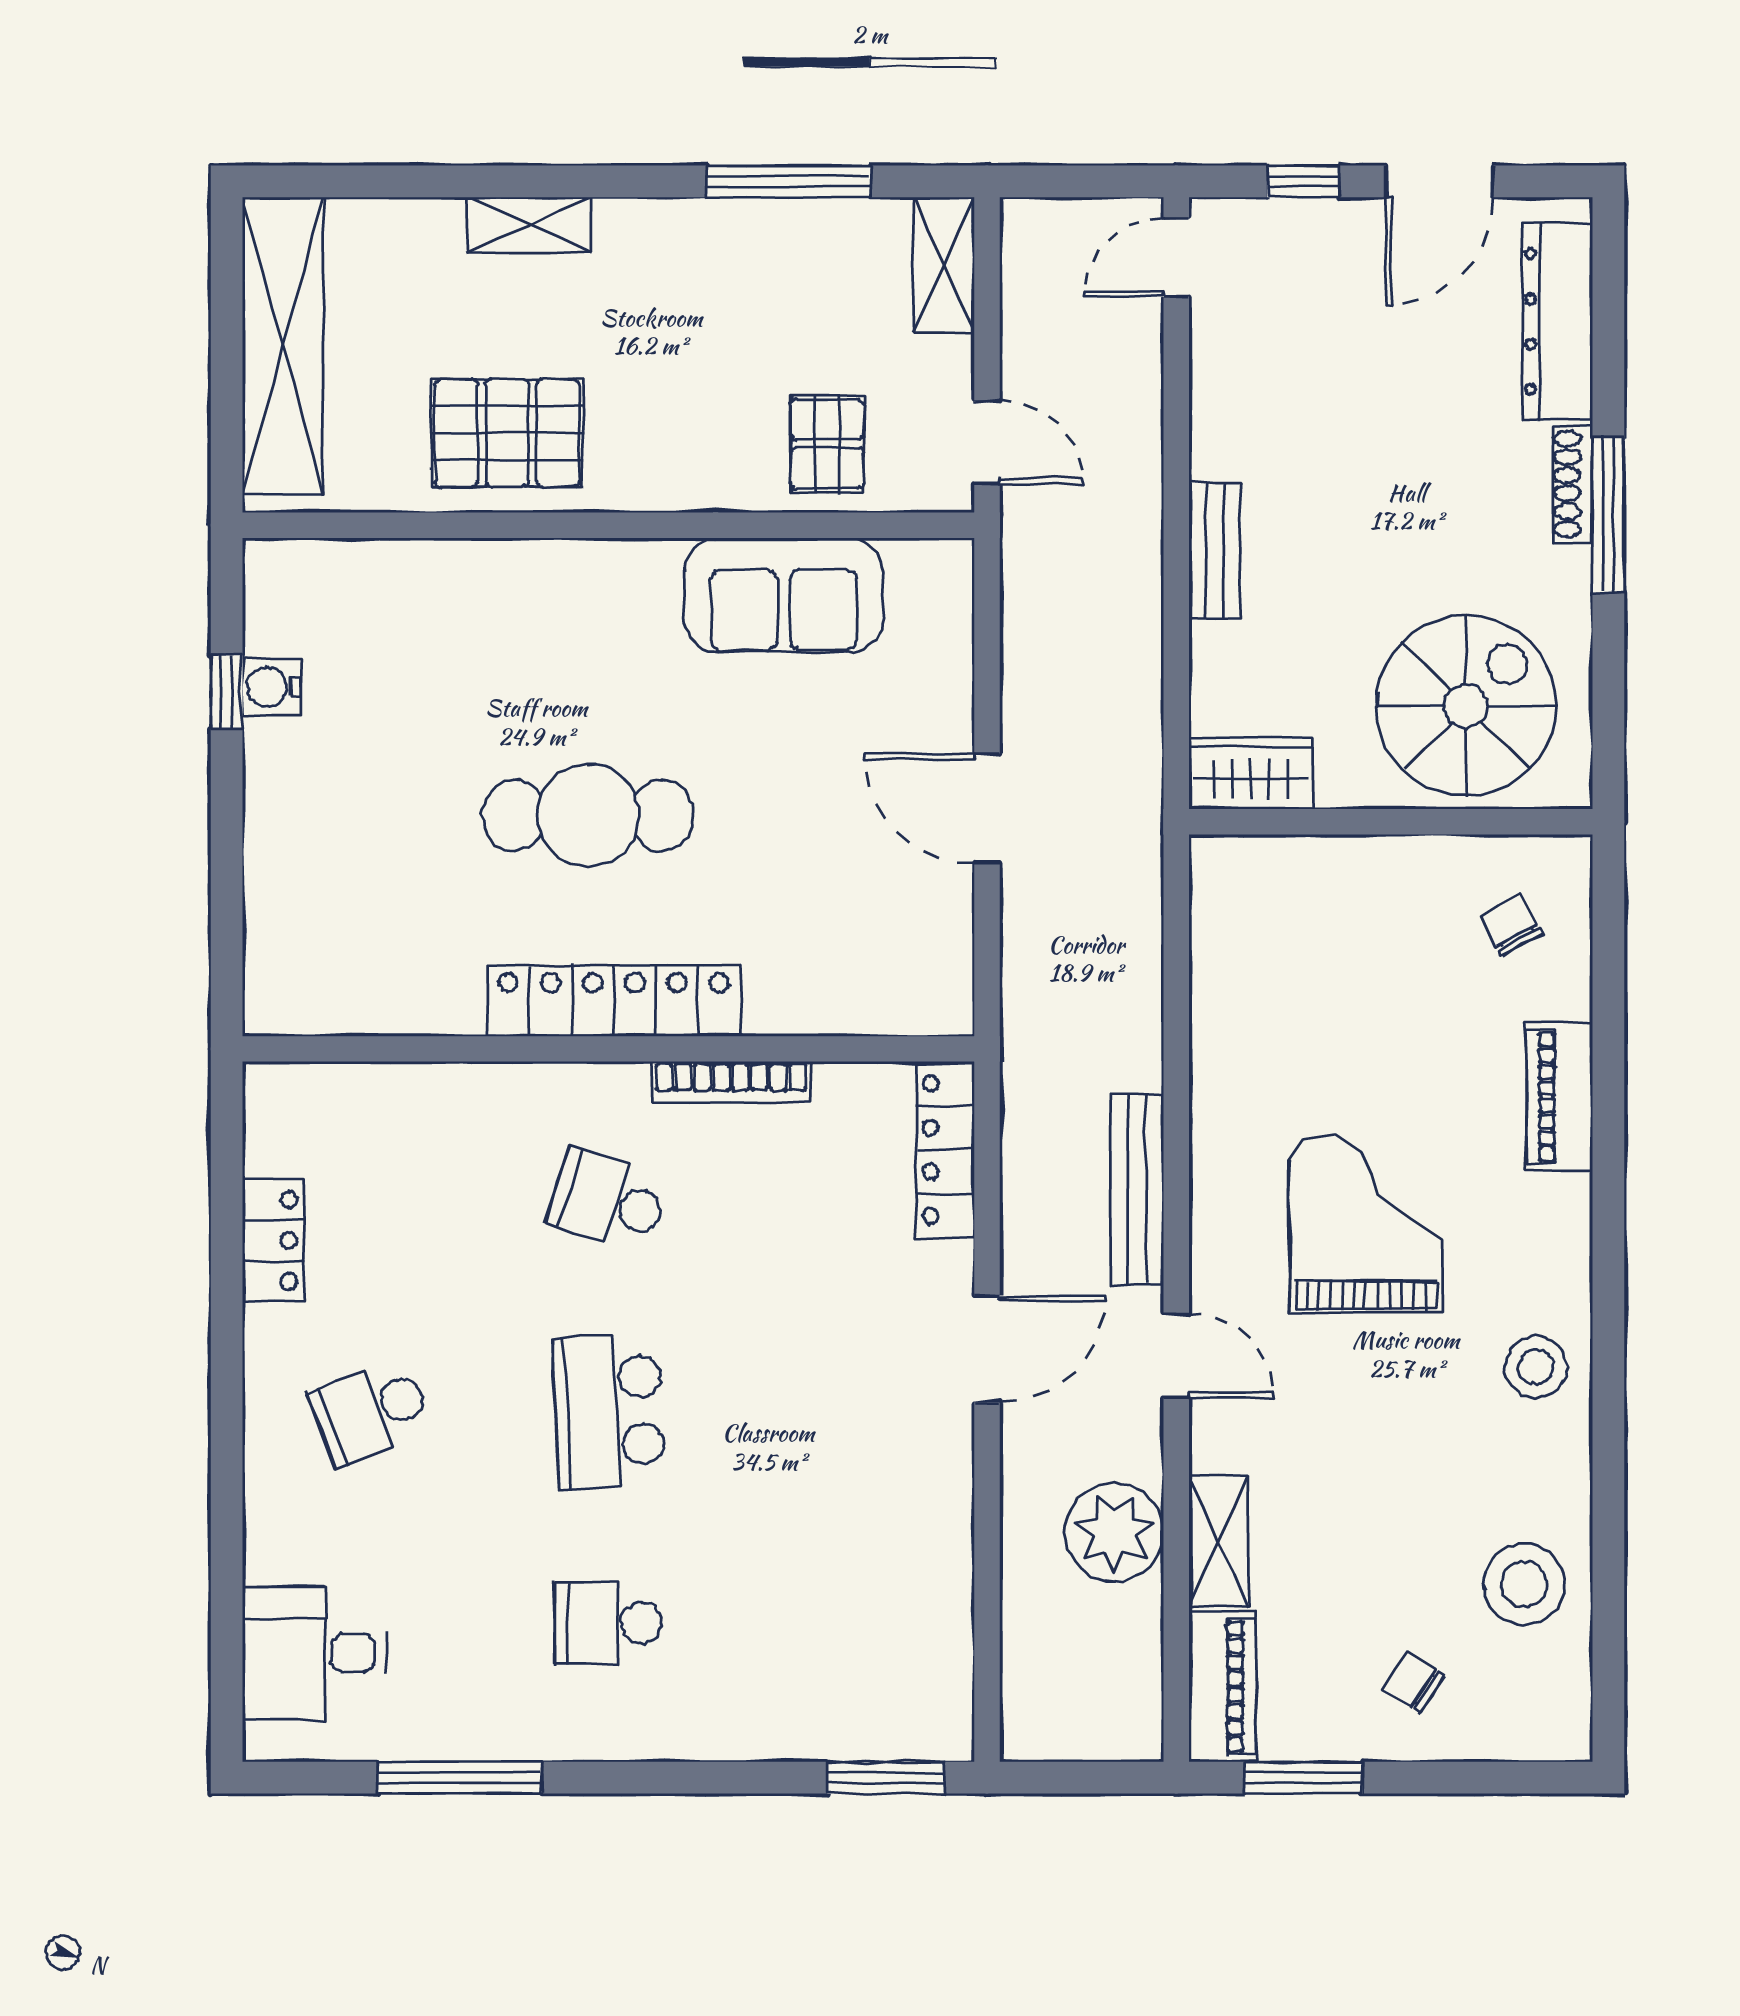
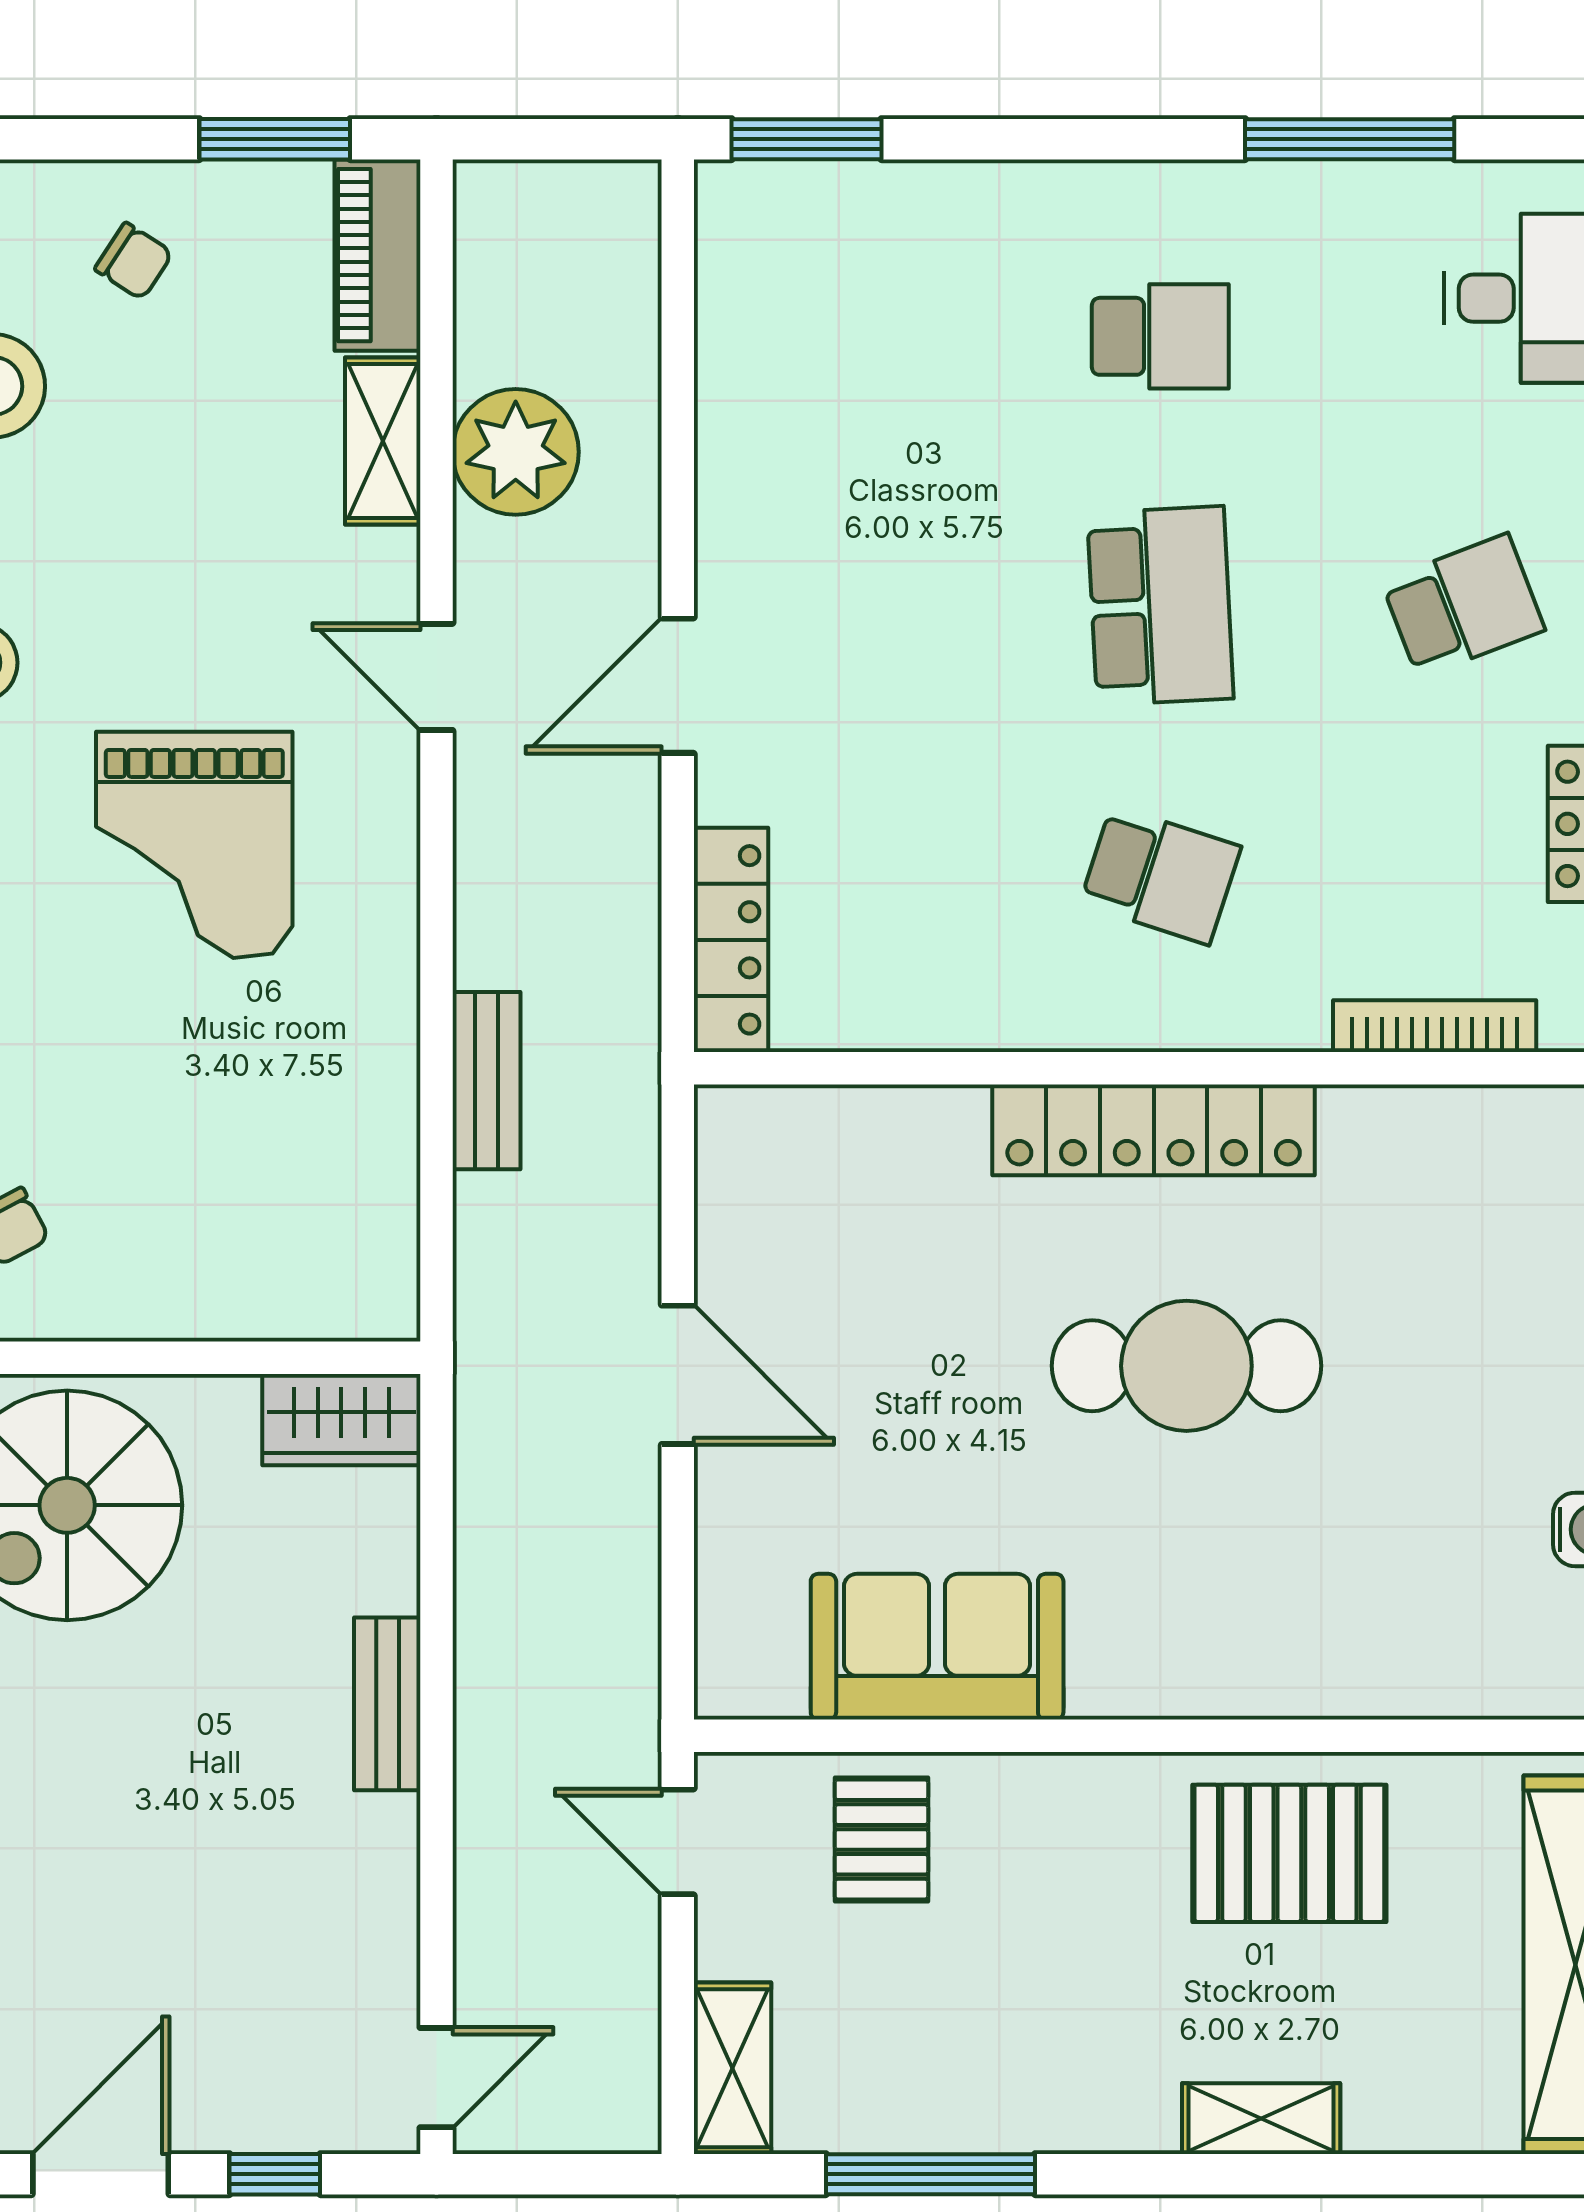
bookcase: (731, 1082) -> (1435, 1026), moved
bench: (1137, 1190) -> (486, 1081), moved, width x0.73

